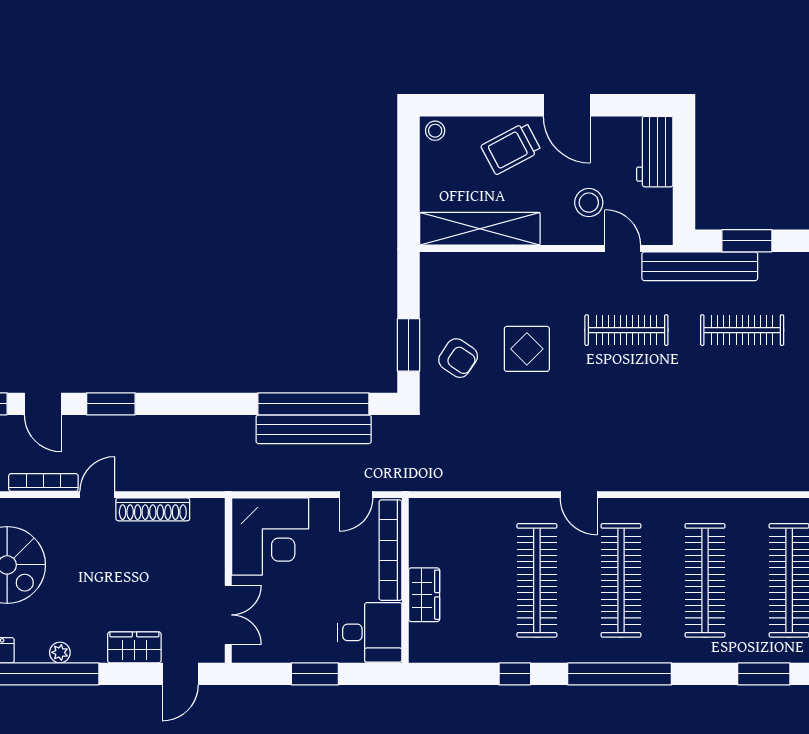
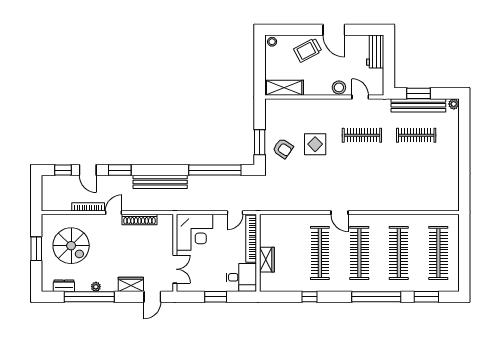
stool: (589, 203) -> (339, 87), moved
shelving: (480, 229) -> (284, 88), width x0.68
bench: (700, 266) -> (418, 105), moved
bench: (314, 429) -> (160, 182), moved
window: (620, 674) -> (376, 297), moved

